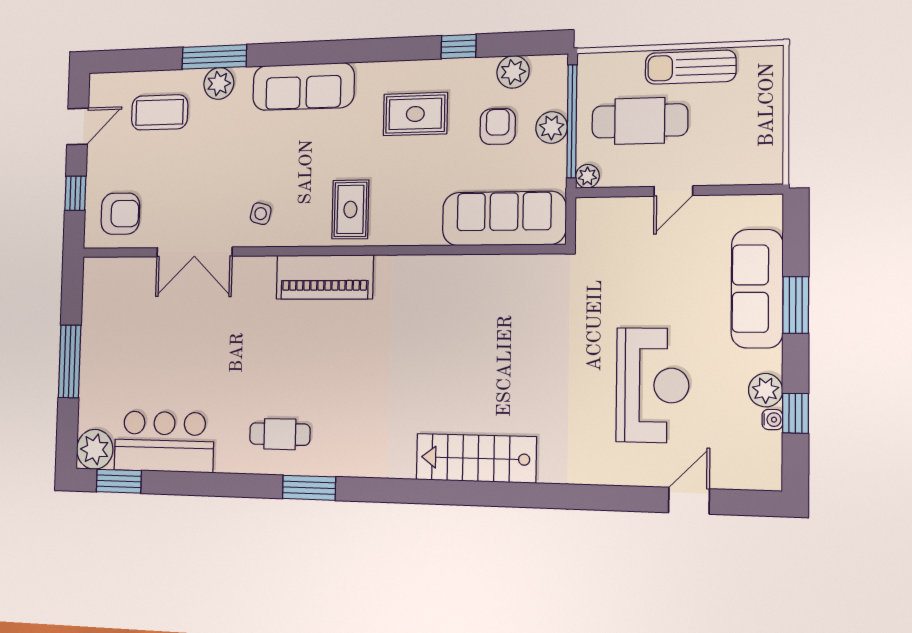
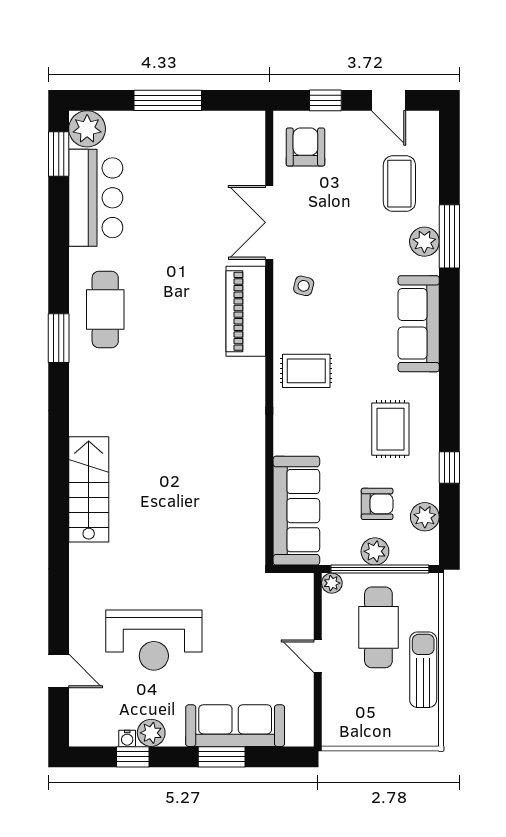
armchair: (120, 214) -> (305, 147), turned 180
piano: (325, 277) -> (246, 311), moved
cafe table: (280, 434) -> (105, 309), width x1.37, depth x1.35

